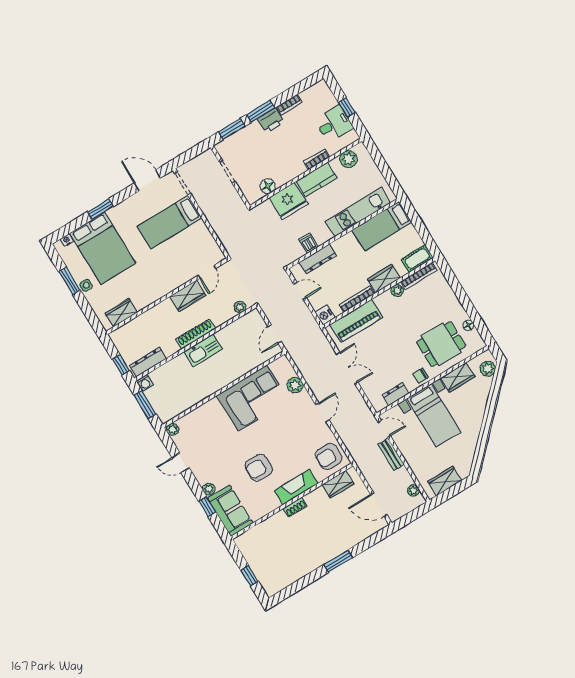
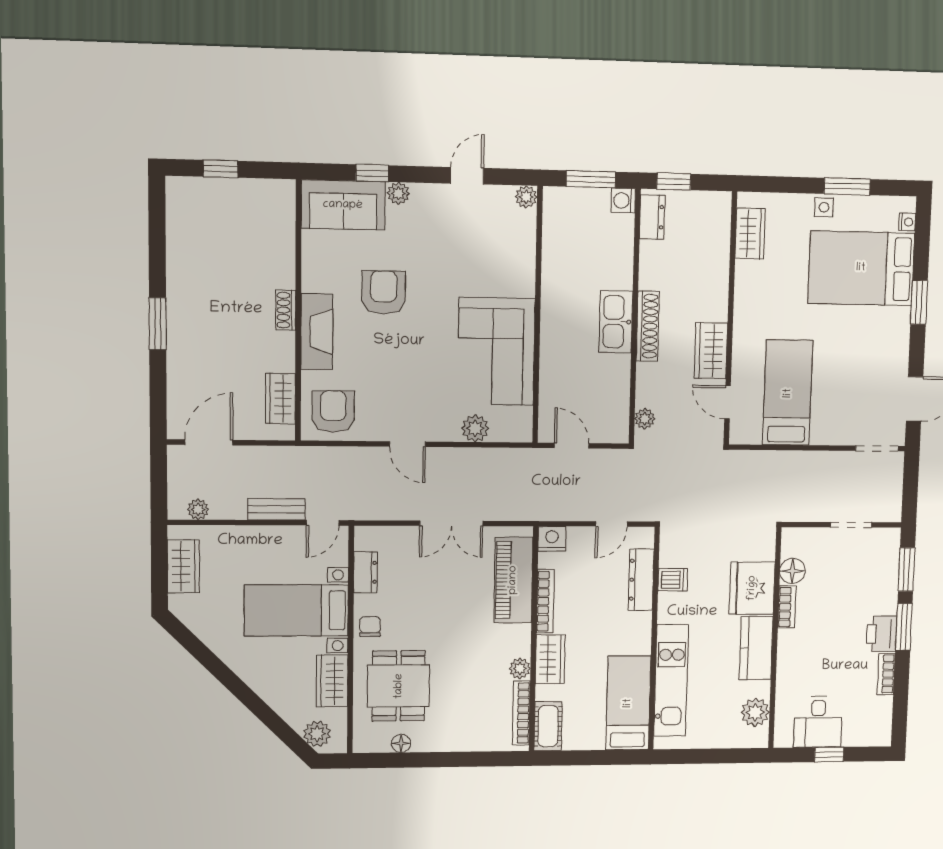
bookcase: (317, 159) -> (787, 607), moved
bed: (170, 222) -> (788, 393), moved
dresser: (148, 362) -> (652, 217), width x0.70

